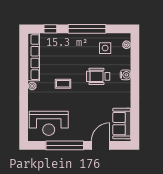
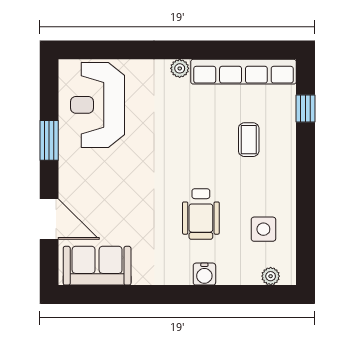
window: (87, 29) -> (305, 189), removed
wheelchair: (98, 76) -> (201, 214), turned 180
coffee table: (63, 84) -> (249, 140), moved
window: (65, 145) -> (49, 140), width x0.47

